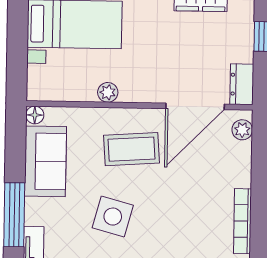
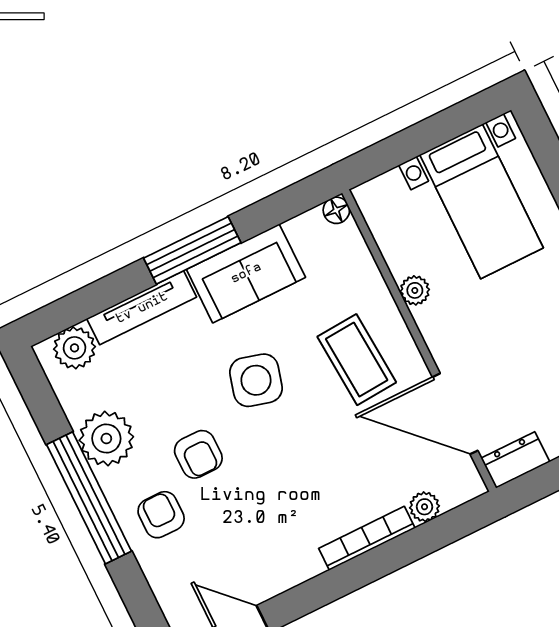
plant: (242, 130) -> (425, 507), moved
sofa: (45, 161) -> (246, 273), moved
bookcase: (243, 221) -> (367, 538), moved

